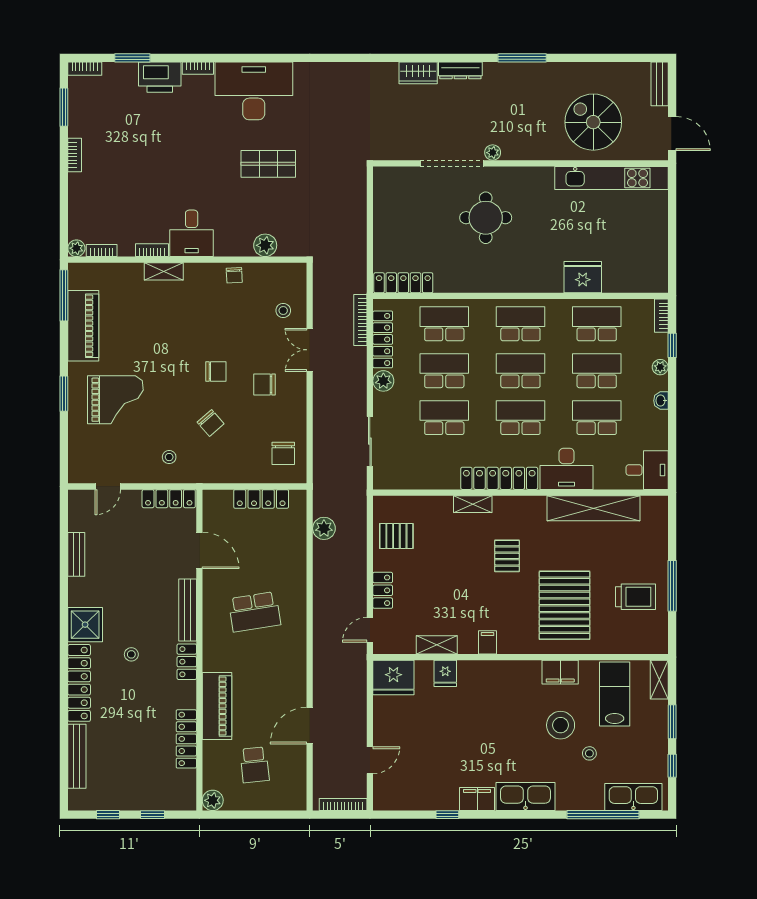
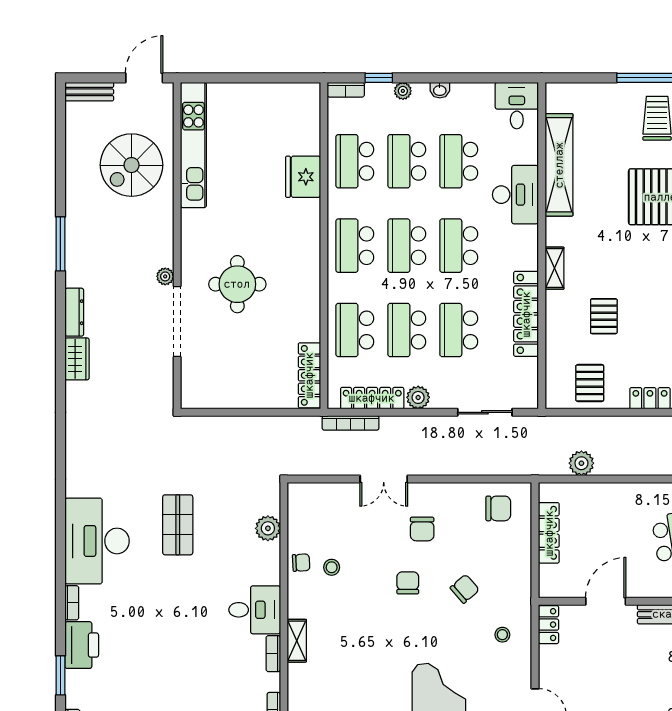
stool: (283, 310) -> (332, 567), moved
locker: (499, 478) -> (526, 314), moved
locker: (169, 499) -> (548, 625), width x0.66
shelving: (473, 504) -> (554, 268), moved
pallet: (507, 556) -> (604, 316), moved, turned 90

